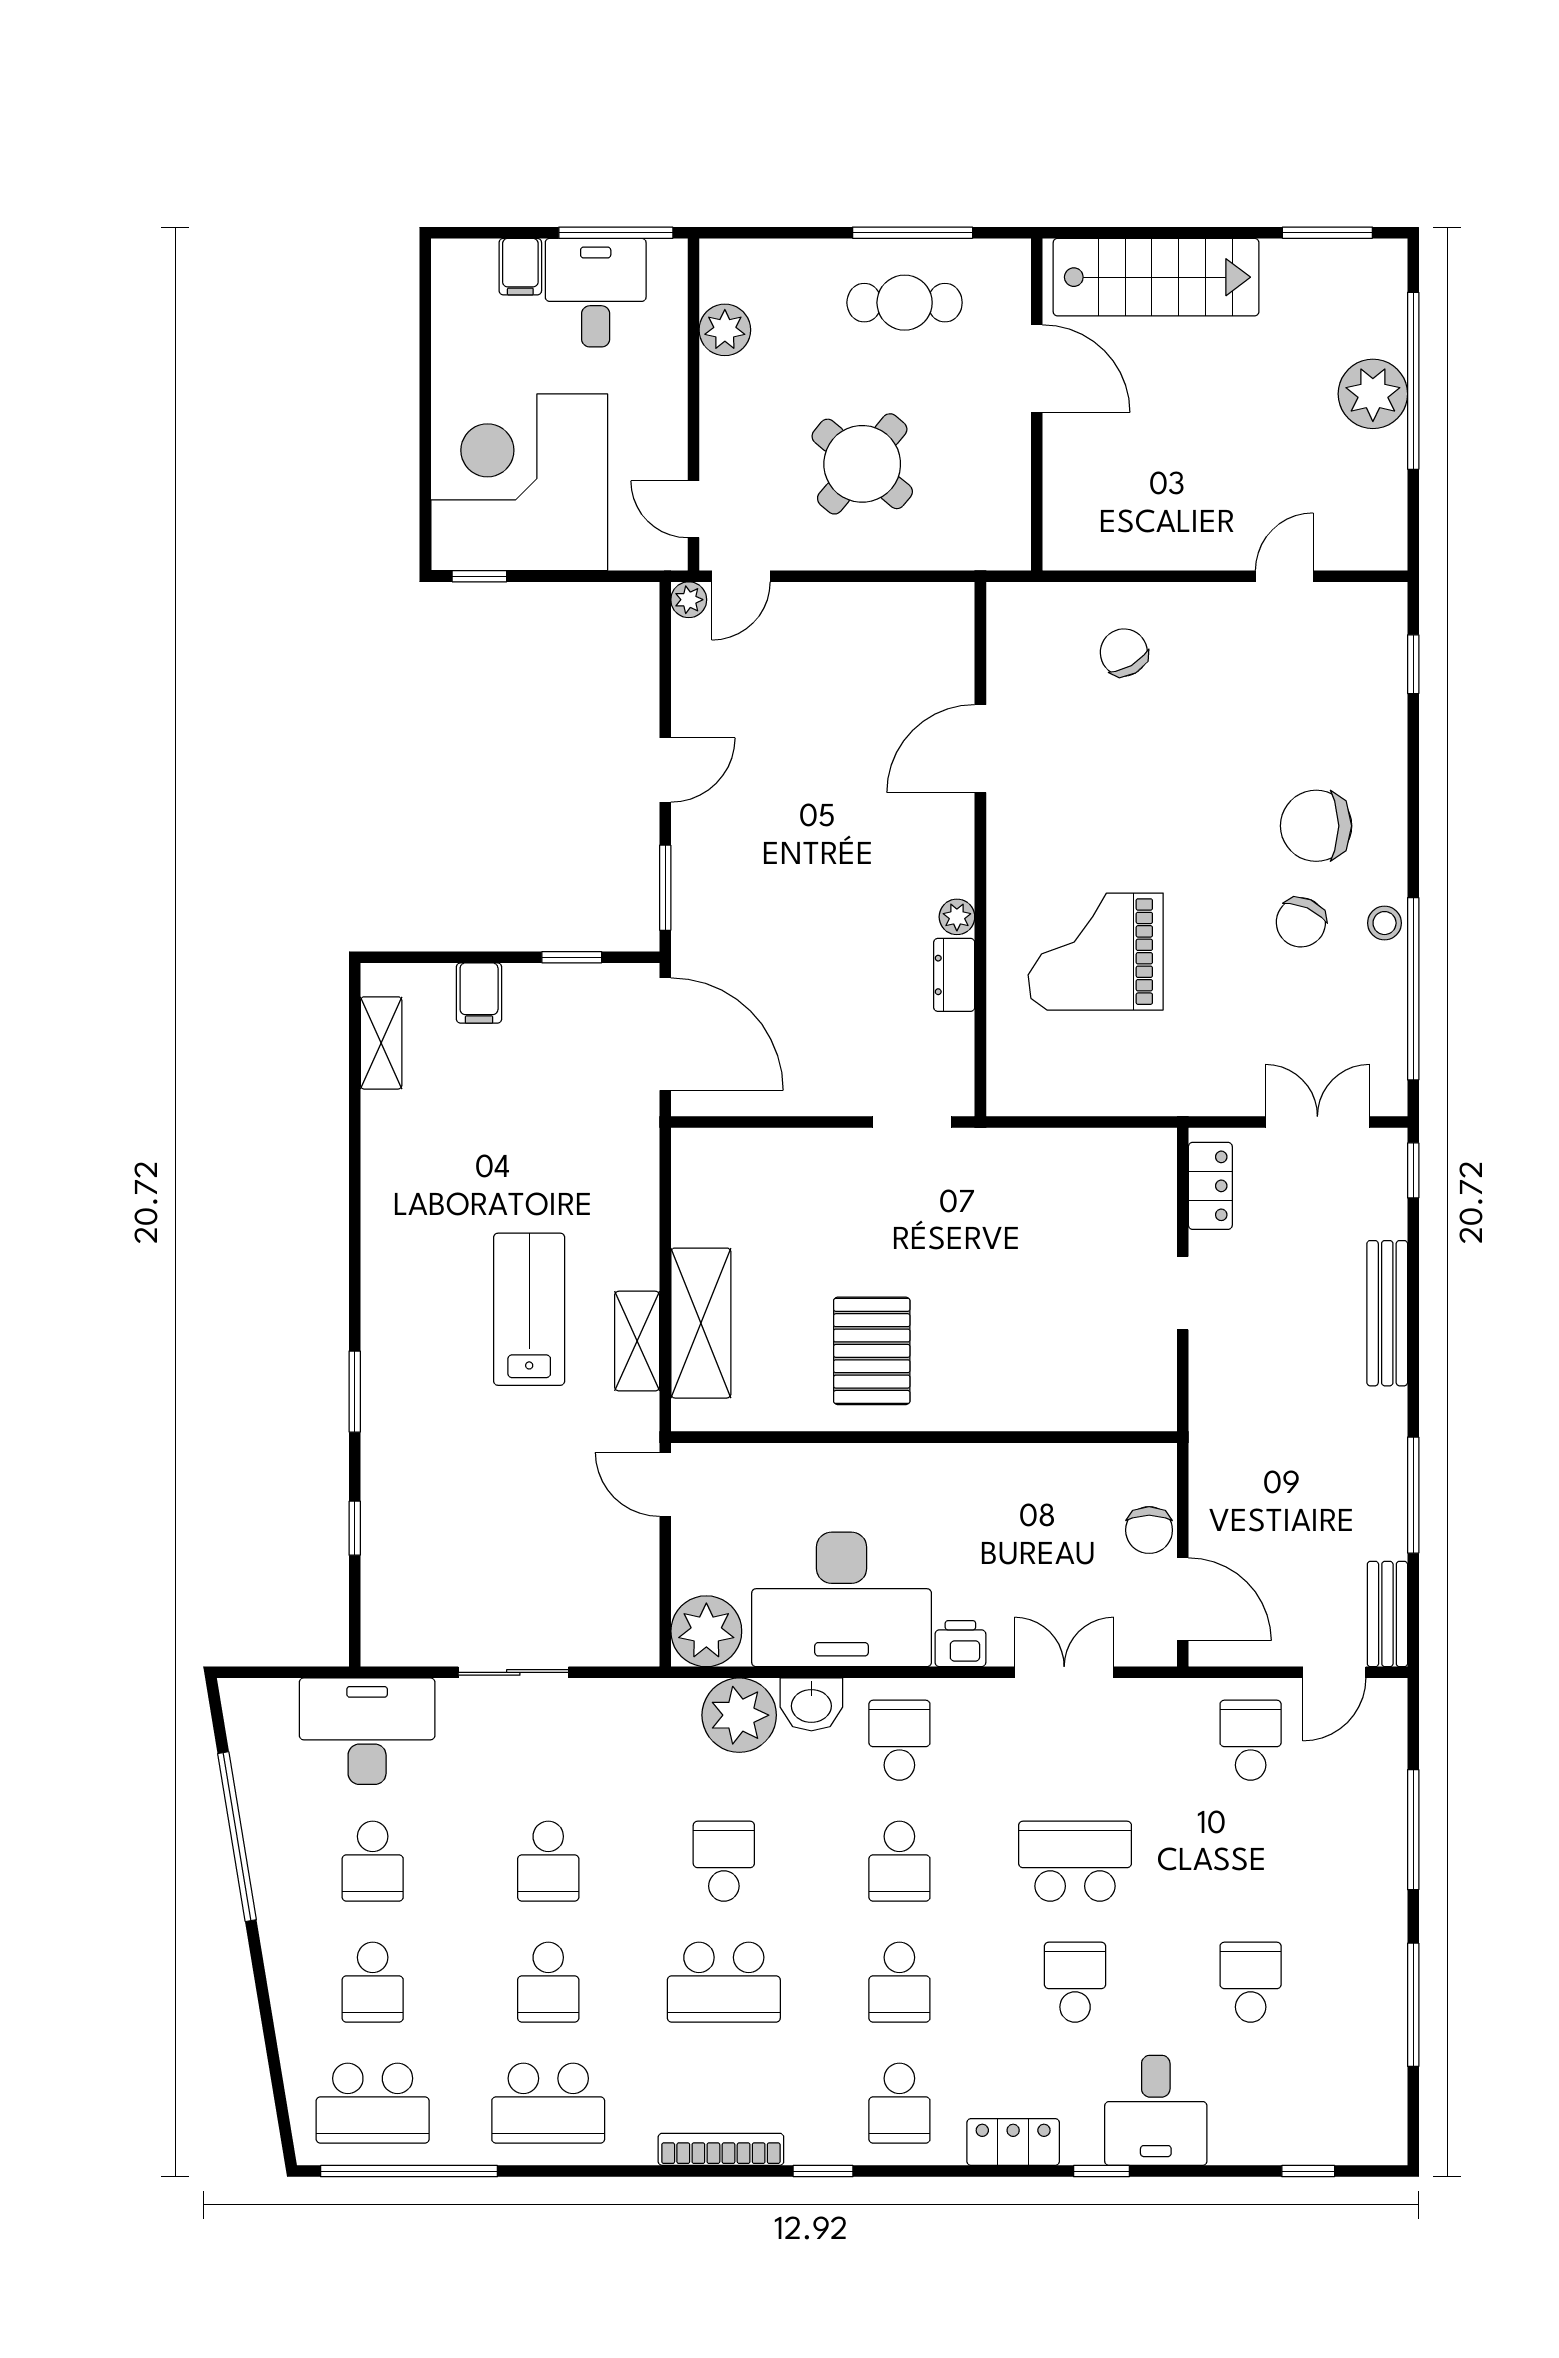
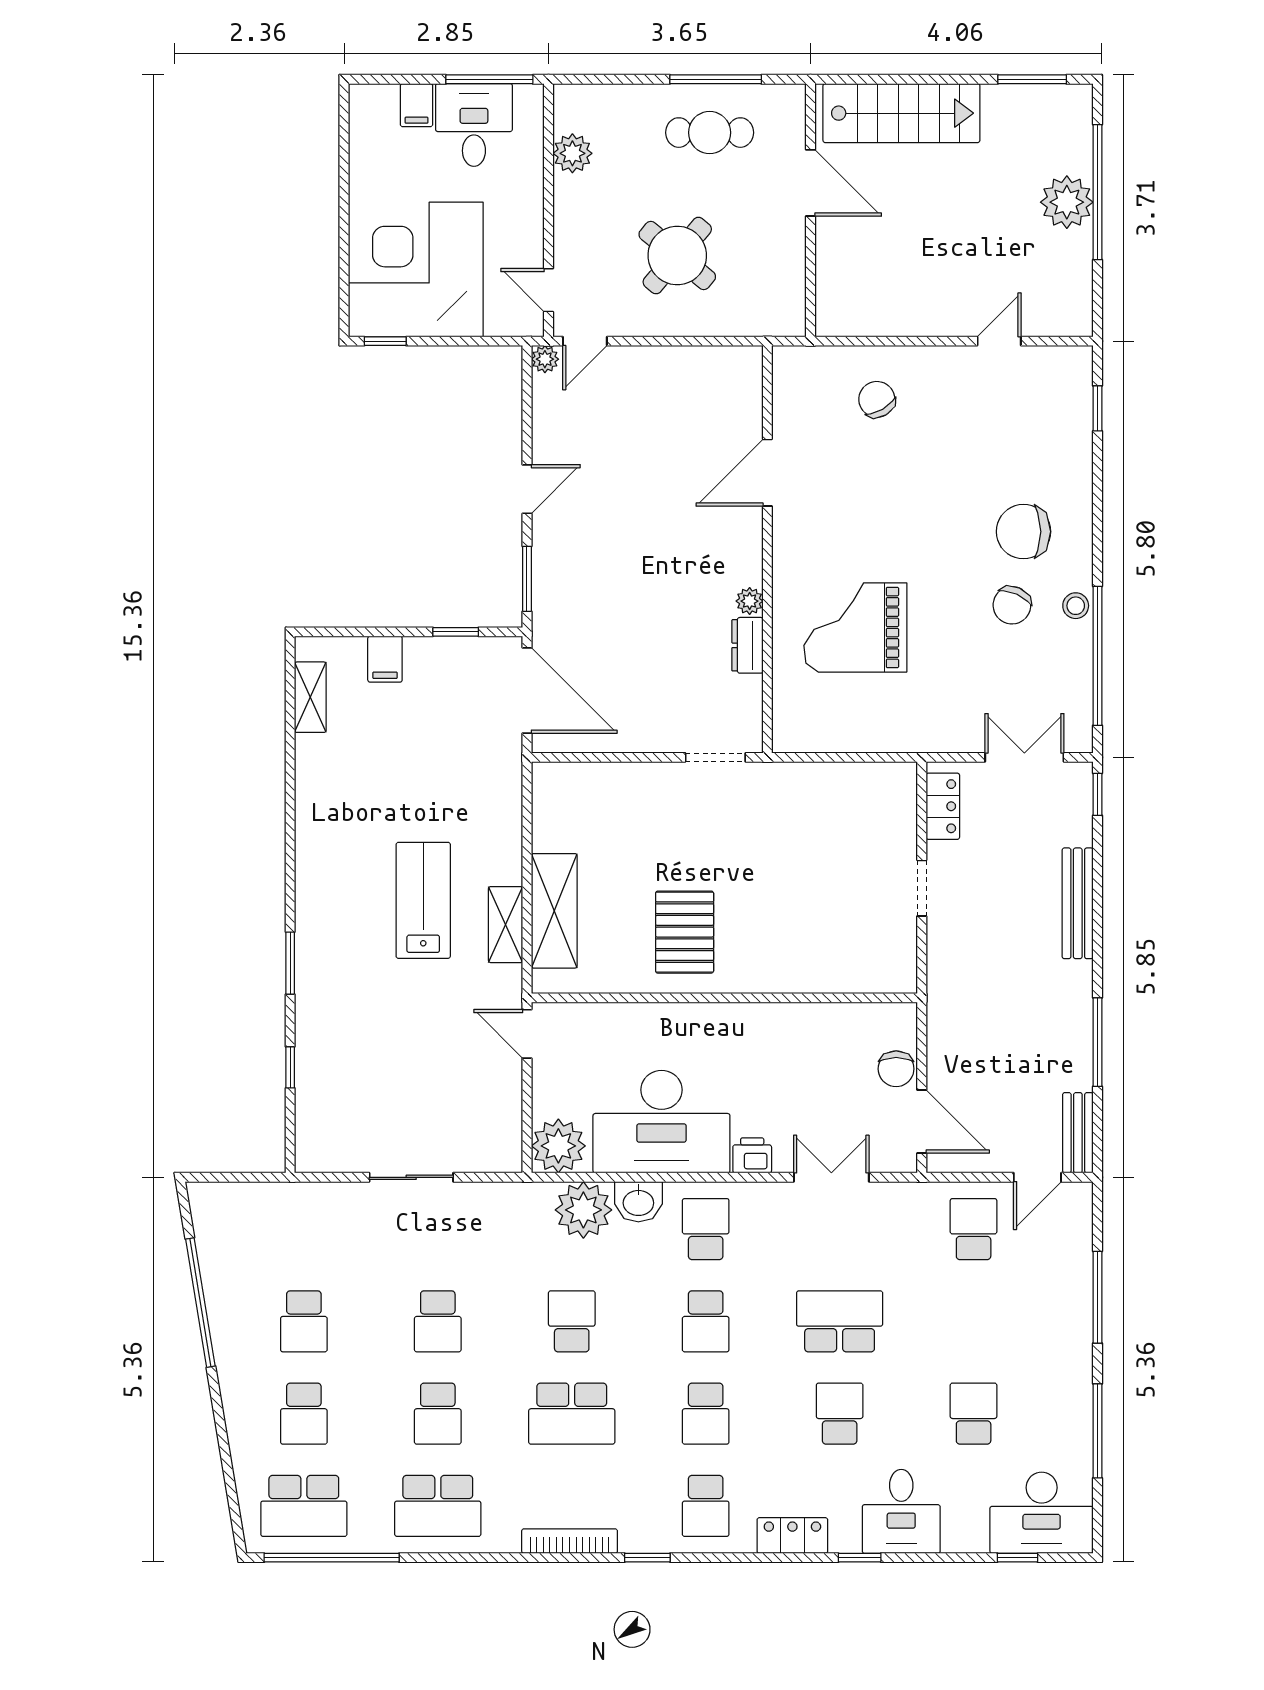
desk: (367, 1731) -> (1042, 1513), moved, turned 180

